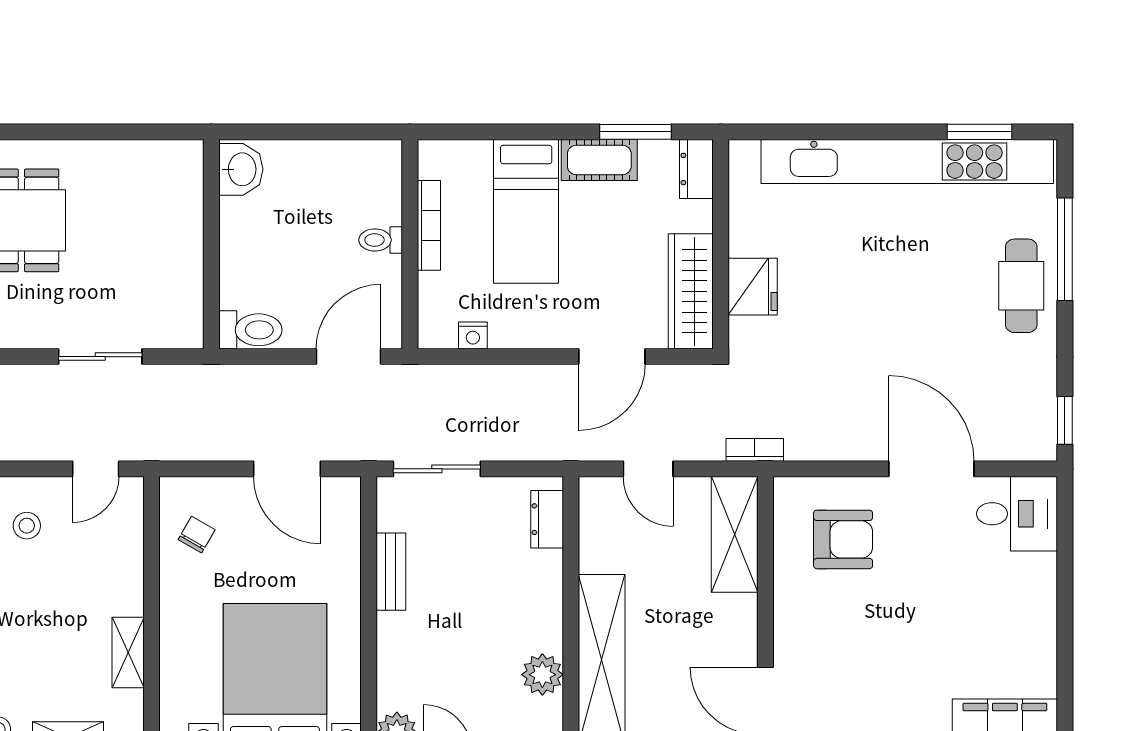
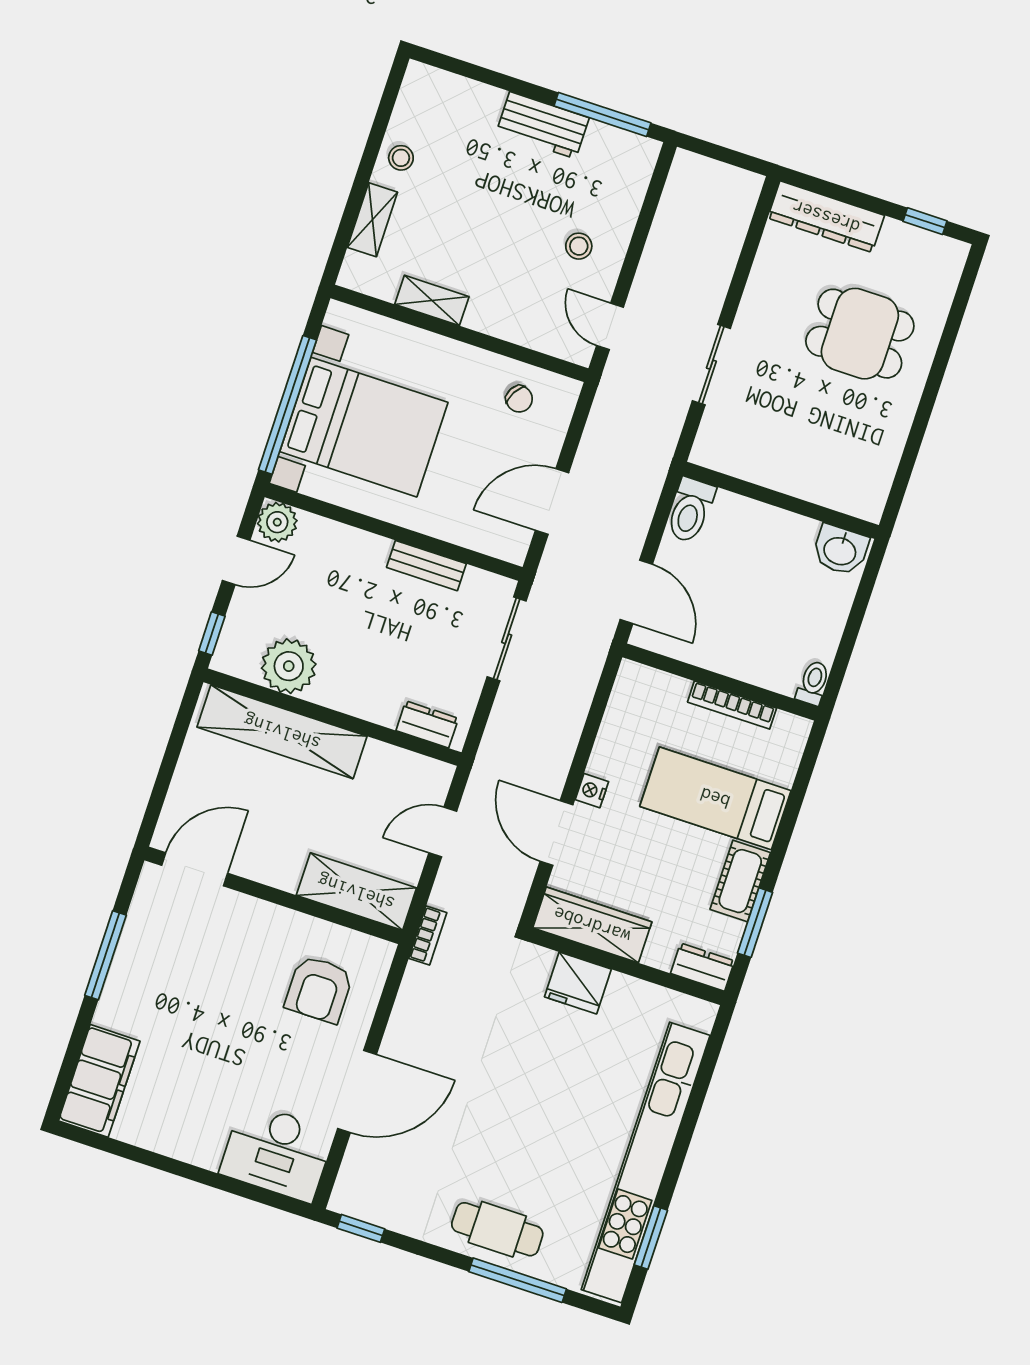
toilet: (381, 240) -> (813, 683), moved
nightstand: (473, 335) -> (592, 791), moved
desk: (1017, 514) -> (277, 1152), width x1.37
plant: (542, 675) -> (289, 666), width x1.36, depth x1.36

